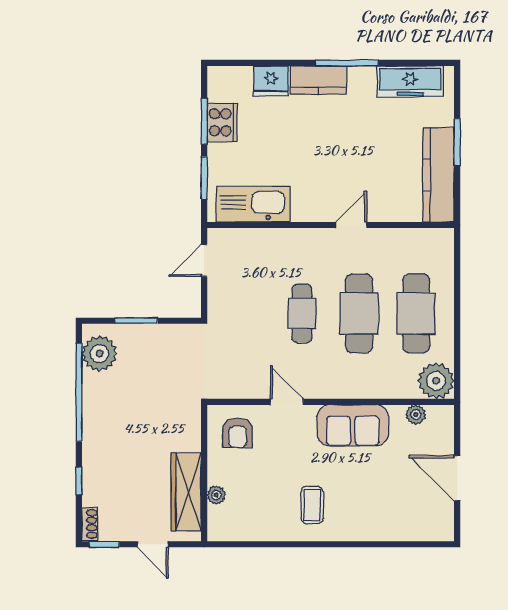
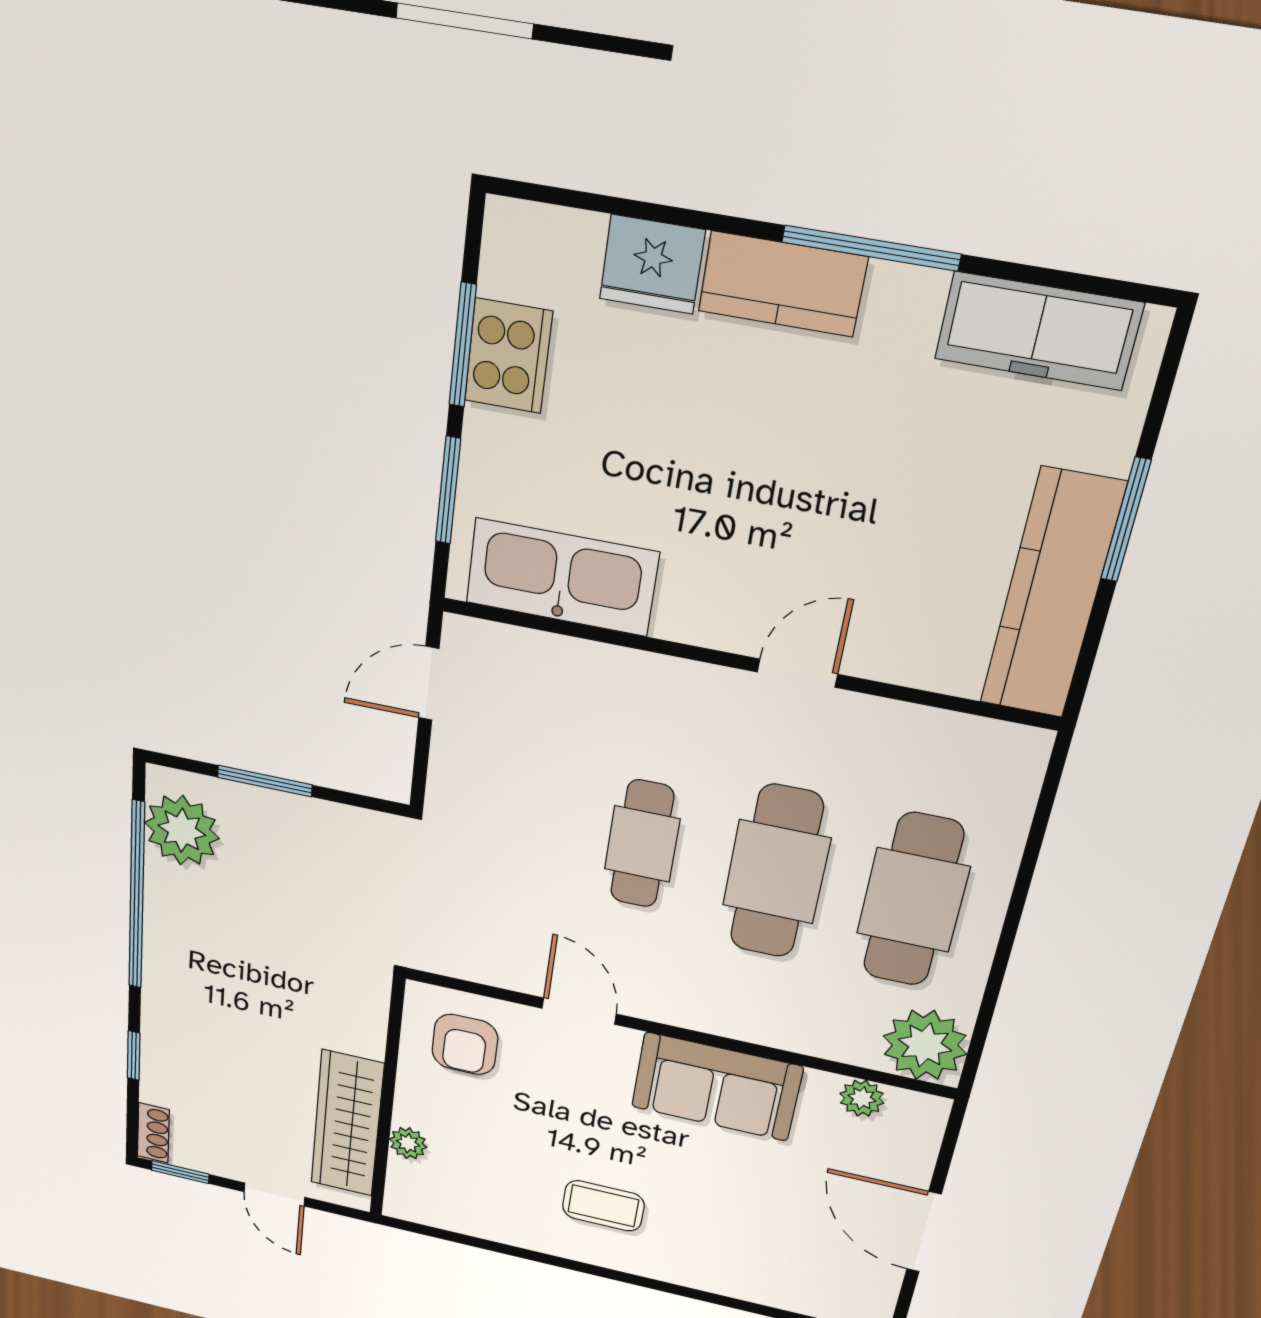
coffee table: (312, 505) -> (603, 1206), turned 90

